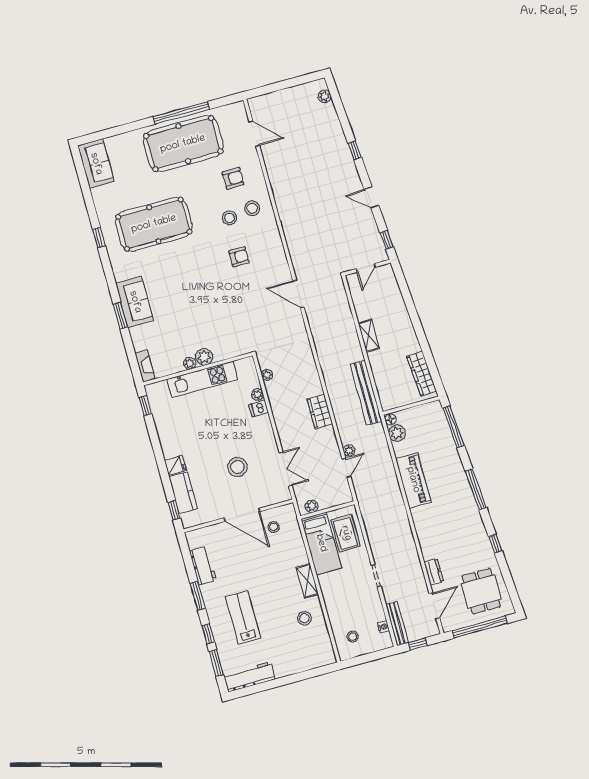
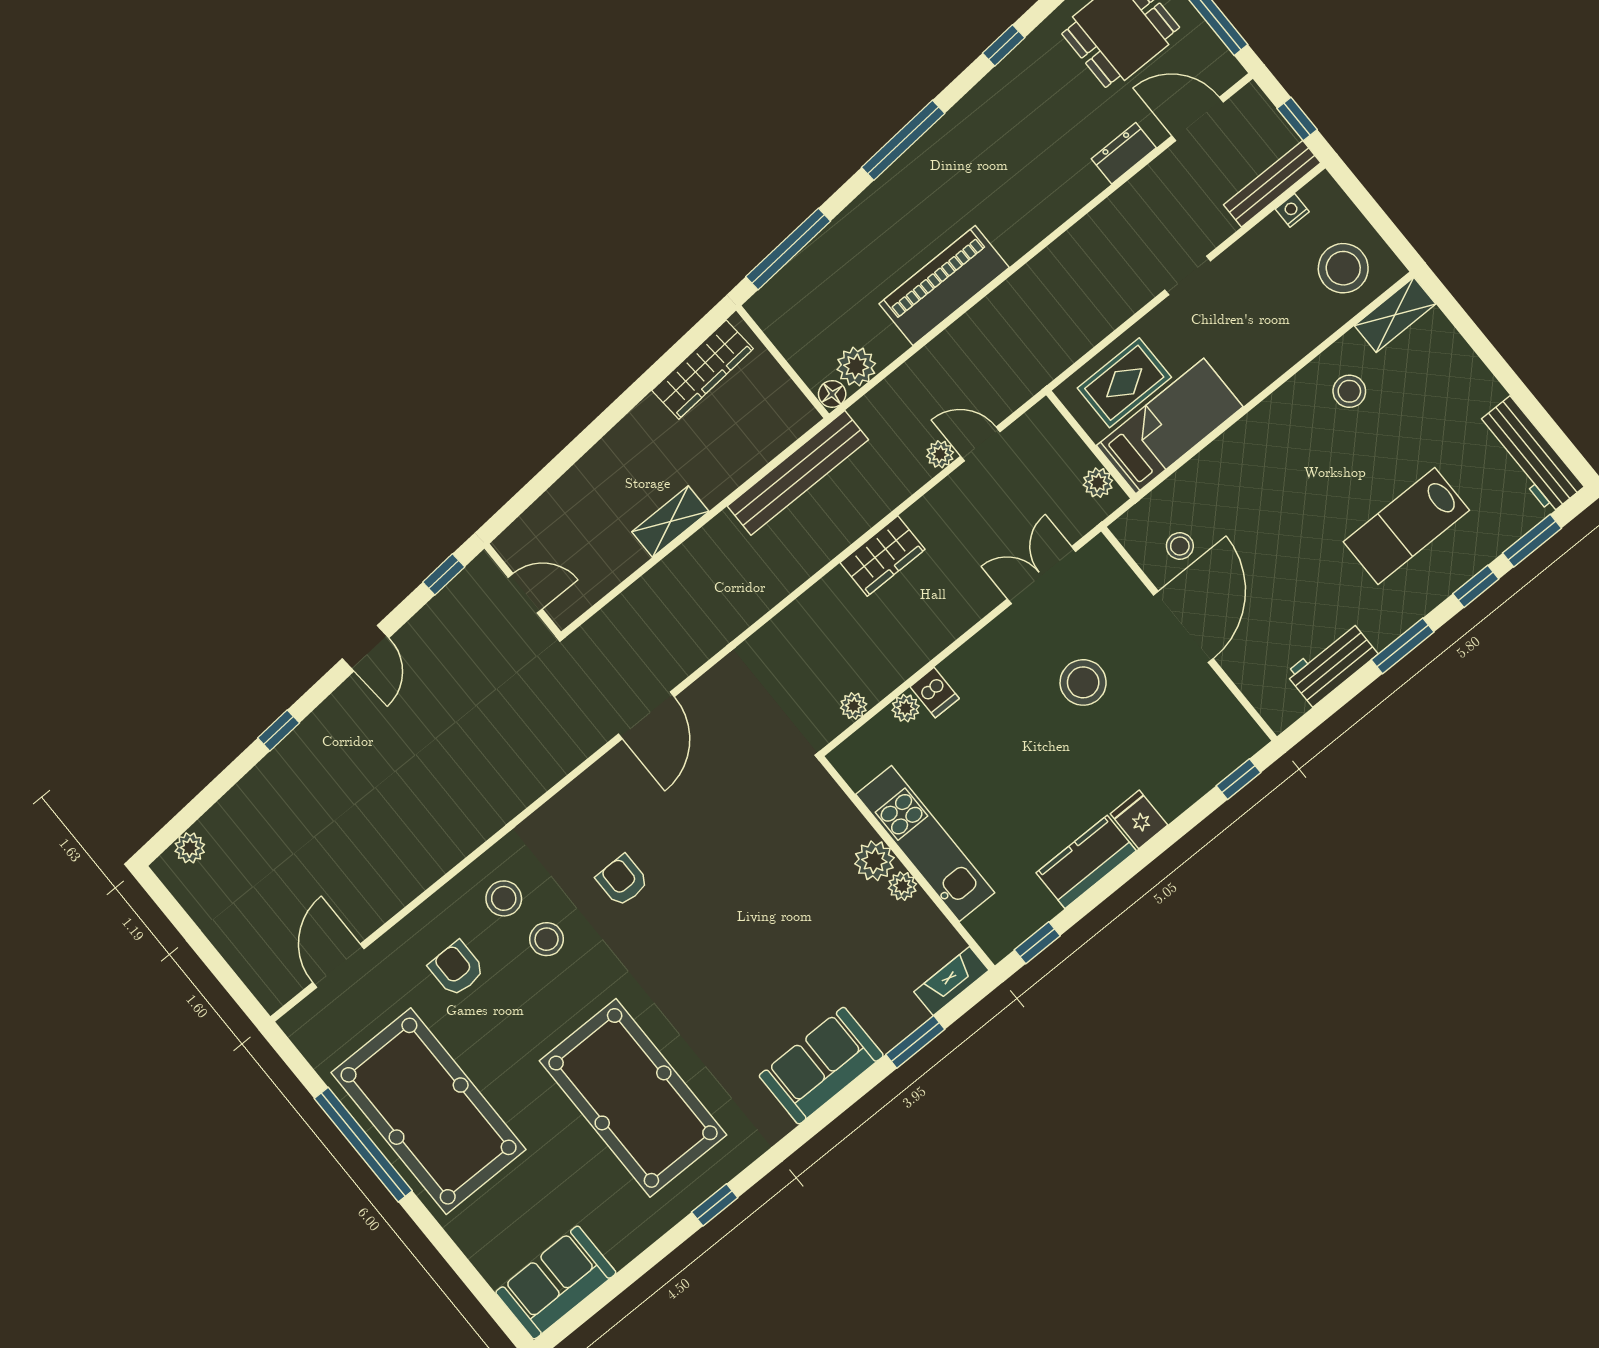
window: (121, 316) -> (915, 1042), moved
kitchen counter: (183, 493) -> (1086, 862), moved
shelving: (307, 581) -> (1395, 315), moved
stool: (353, 637) -> (1343, 268), width x1.89, depth x1.89

